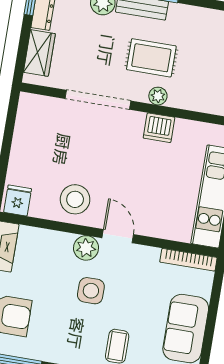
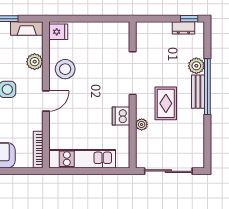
wardrobe: (39, 53) -> (157, 30), removed
plant: (158, 96) -> (142, 124), moved
plant: (86, 248) -> (35, 62), moved

